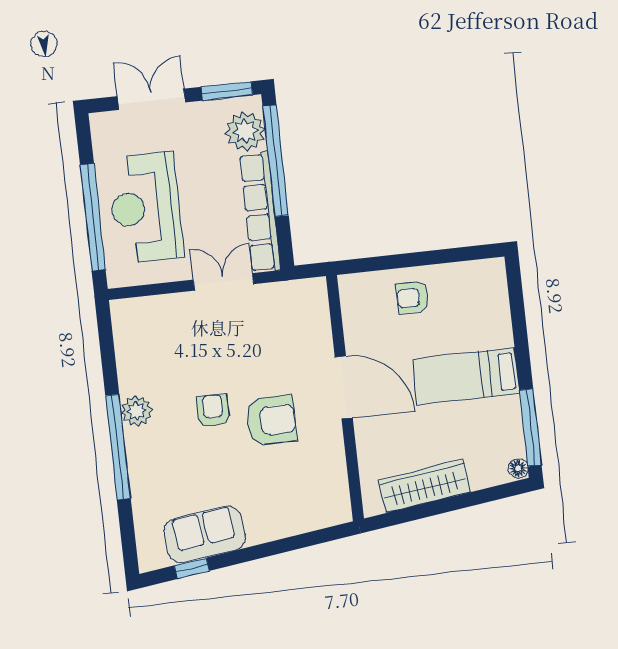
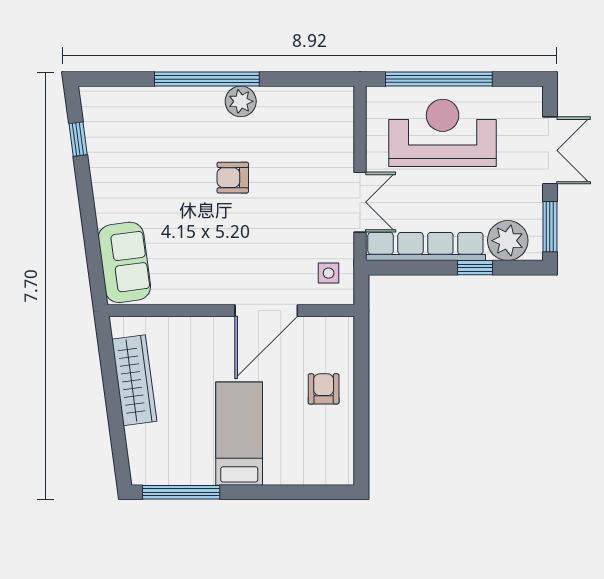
window: (276, 161) -> (475, 268), width x0.32
side table: (297, 305) -> (329, 273), added
door: (344, 387) -> (266, 311), moved
armchair: (213, 411) -> (233, 178), turned 180
armchair: (271, 420) -> (217, 235), removed
floor lamp: (518, 468) -> (142, 475), removed
sofa: (205, 534) -> (124, 262), moved

